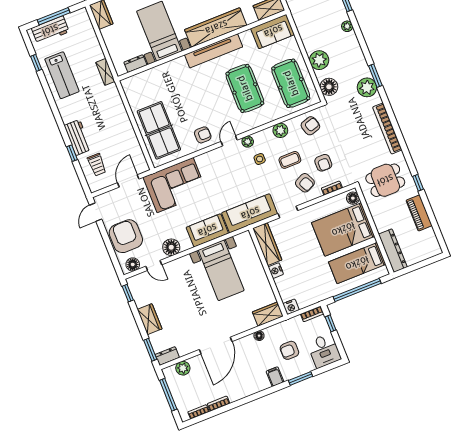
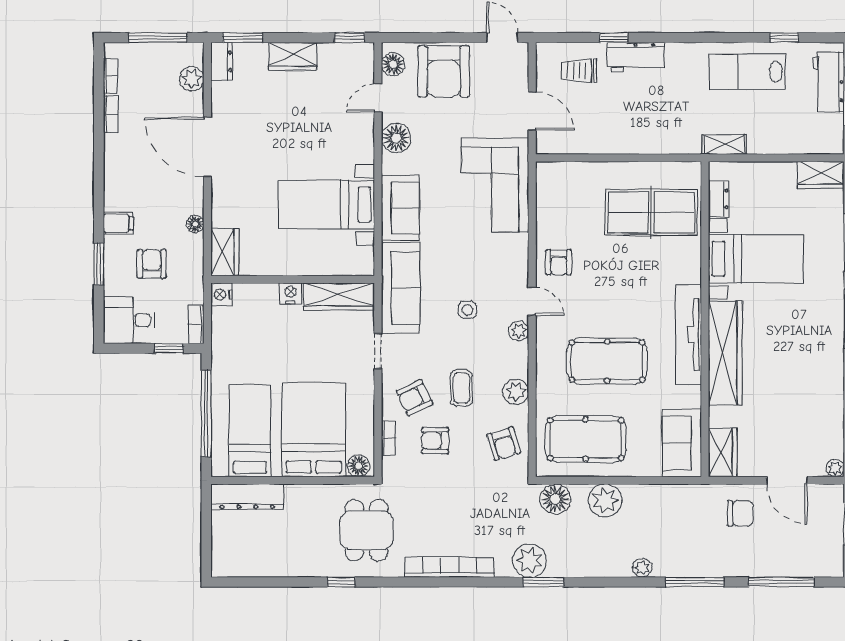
table tennis table: (159, 130) -> (651, 212), moved
side table: (260, 159) -> (467, 310), moved
piano: (419, 213) -> (291, 564), removed
armchair: (126, 236) -> (444, 71), turned 90

